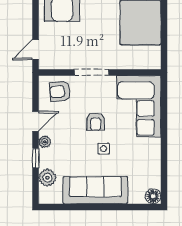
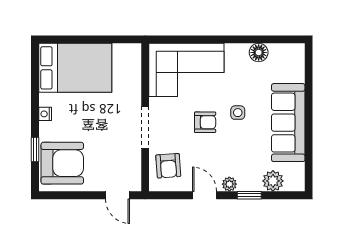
floor lamp: (153, 196) -> (259, 53), moved

